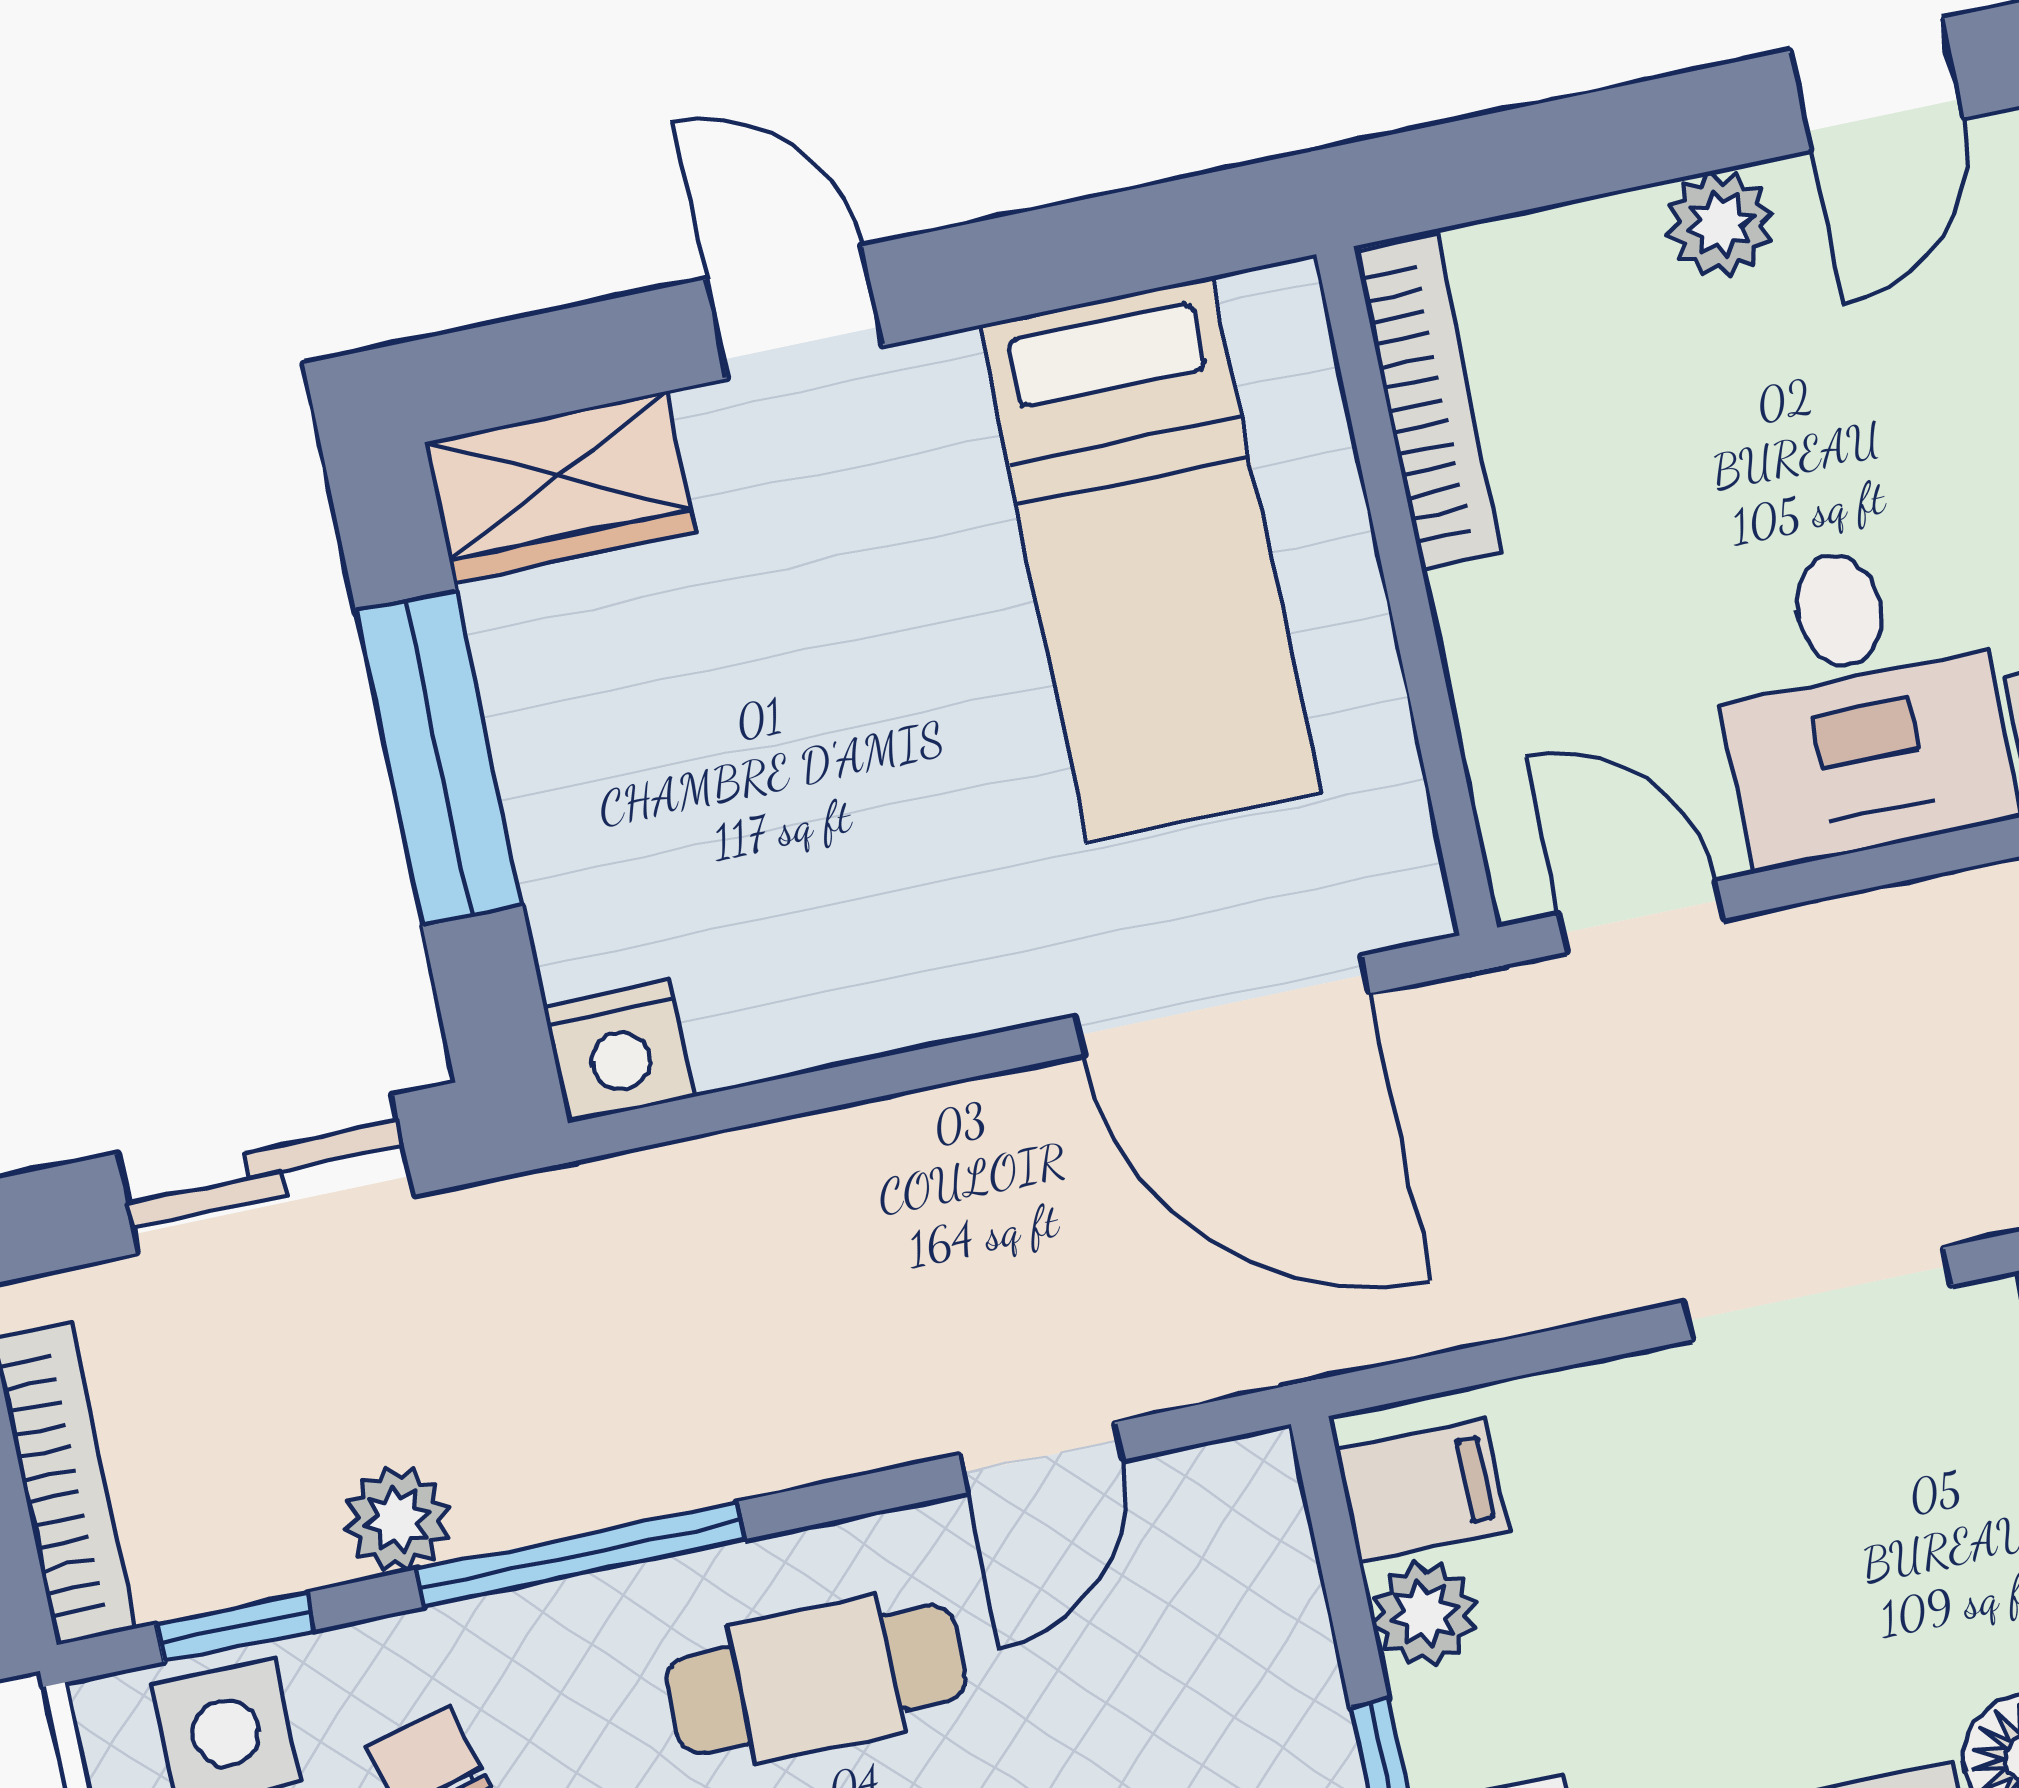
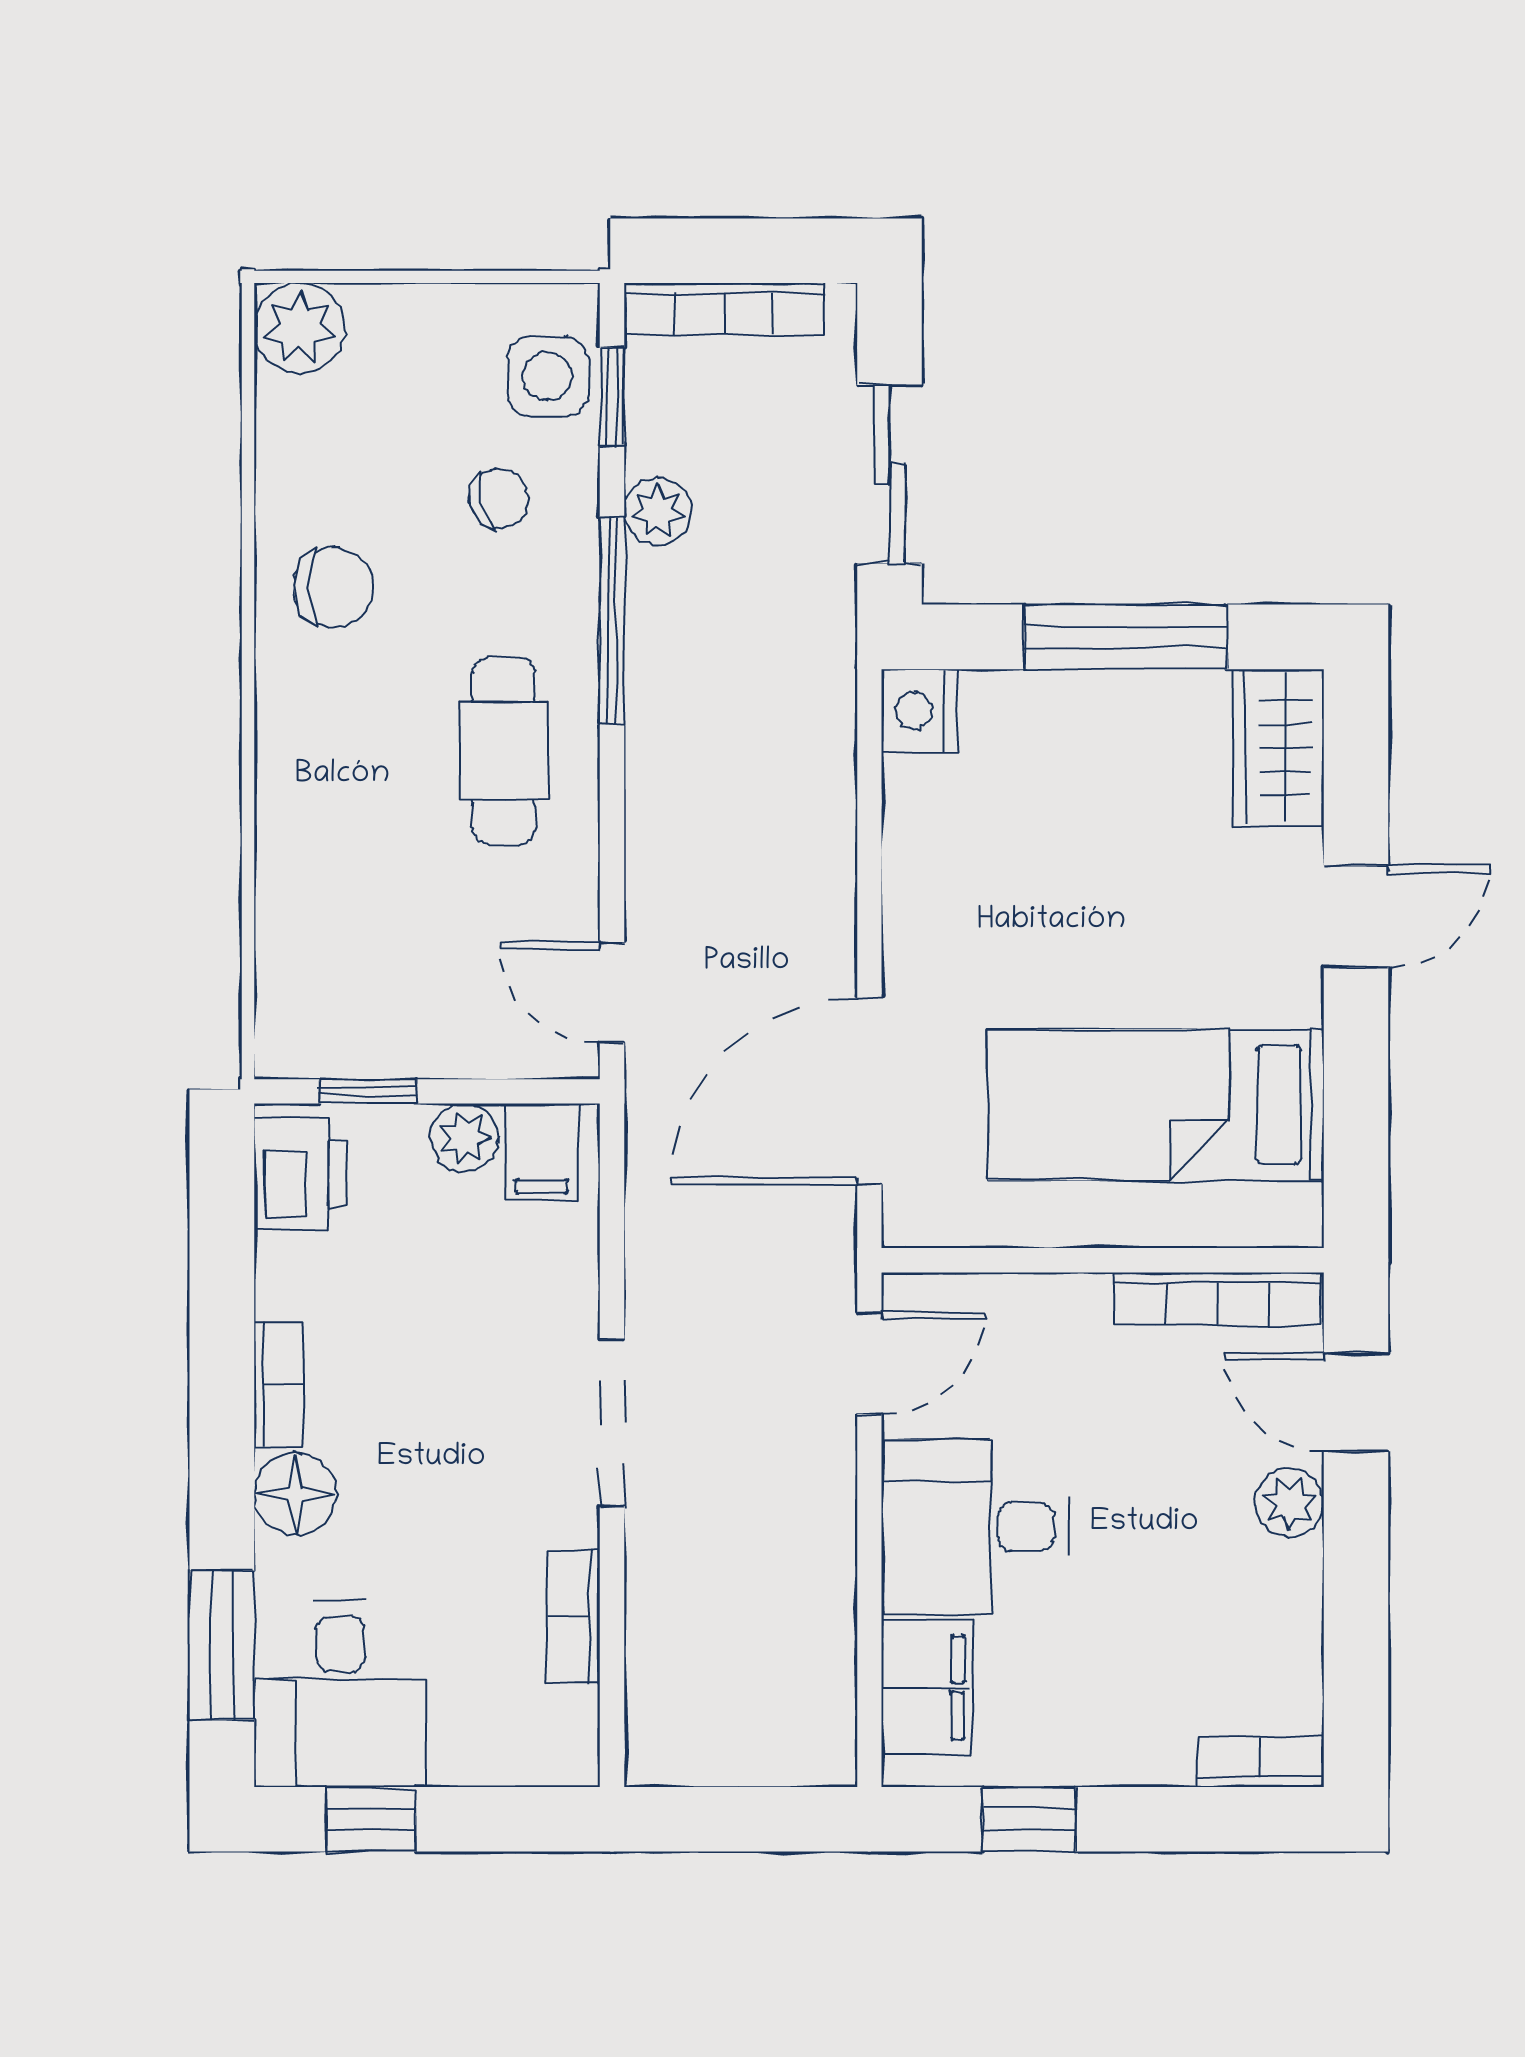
door: (1877, 84) -> (1356, 1402), moved
door: (1041, 1457) -> (612, 992), moved

